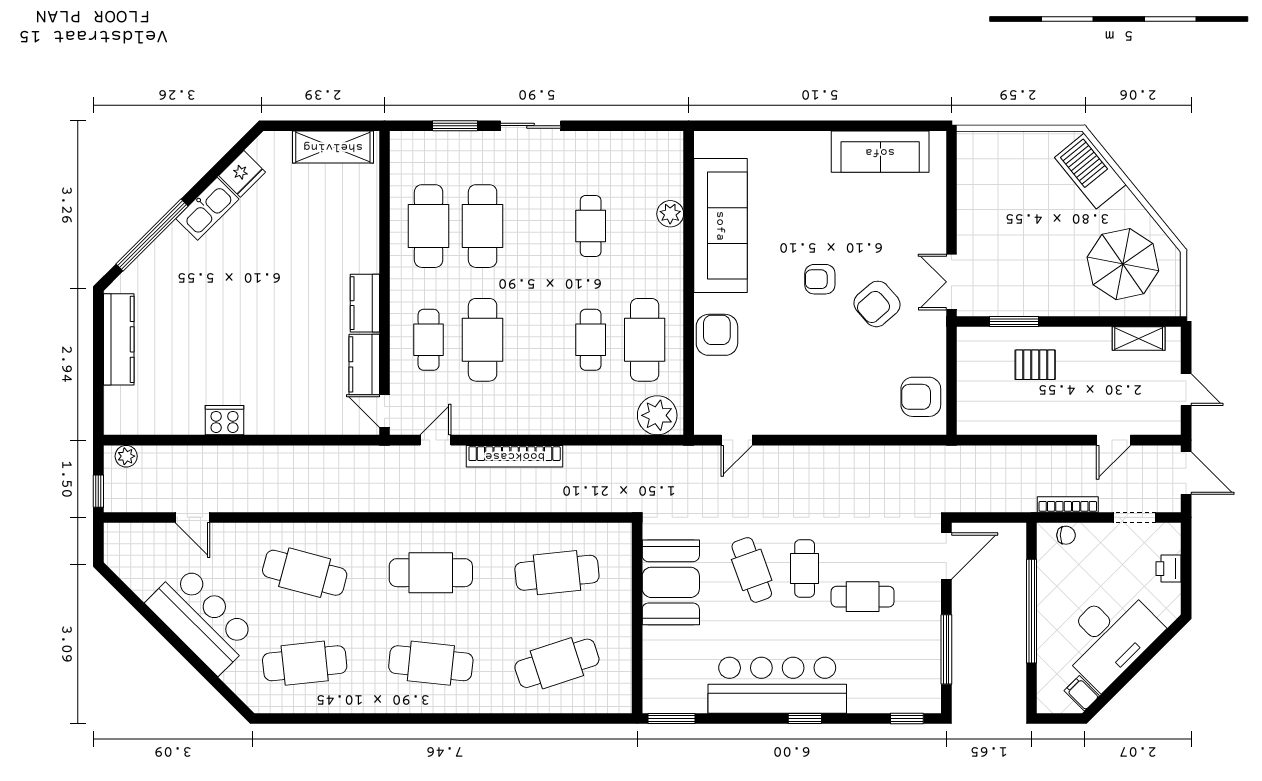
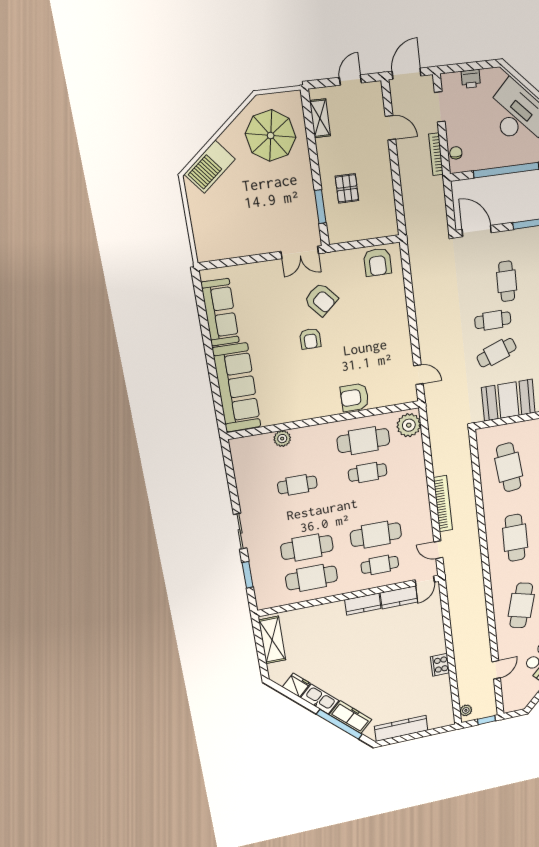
sofa: (720, 226) -> (237, 388), moved, turned 90
freezer: (161, 256) -> (351, 717), added

